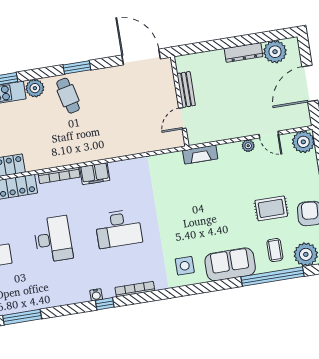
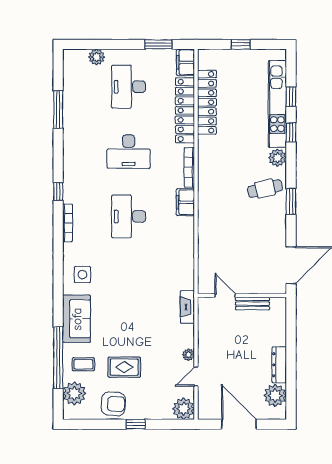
rug: (271, 208) -> (124, 367), turned 90
water cooler: (96, 295) -> (68, 185), removed

